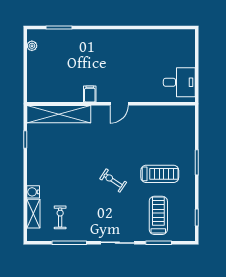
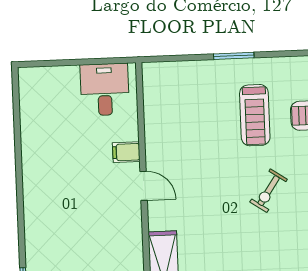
filing cabinet: (90, 94) -> (126, 152), moved
treadmill: (160, 174) -> (255, 115), turned 180

